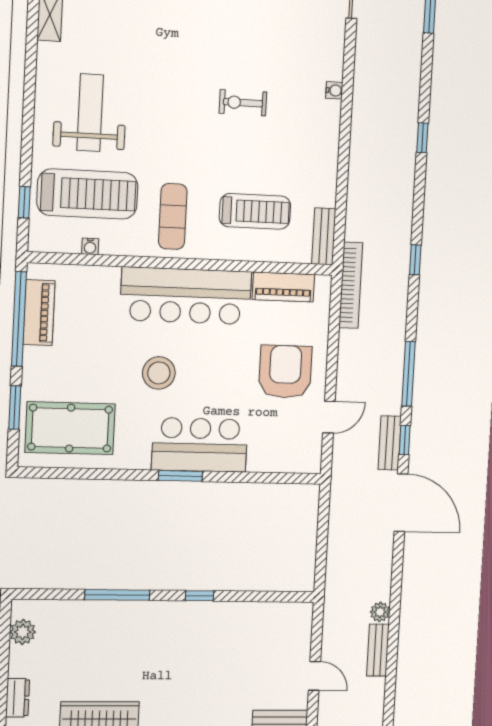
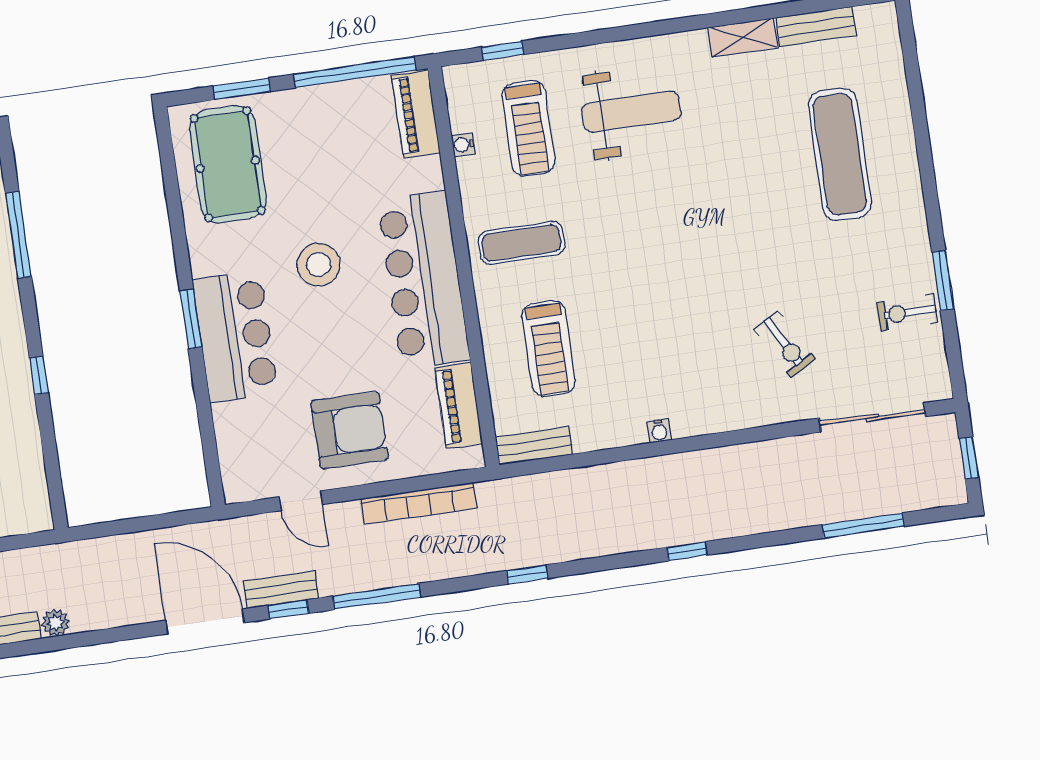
water cooler: (334, 90) -> (659, 431), moved
exercise bike: (243, 103) -> (785, 344), moved, turned 151
treadmill: (87, 194) -> (529, 128), width x0.73, depth x0.73
bookcase: (351, 285) -> (419, 503), moved
piano: (39, 313) -> (416, 114), moved, turned 90
door: (401, 503) -> (205, 622), swing flipped
window: (117, 595) -> (18, 235), moved

